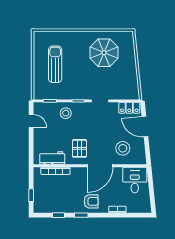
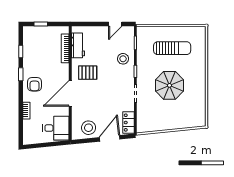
parasol: (104, 53) -> (169, 85), moved
stool: (123, 148) -> (89, 128), moved
door: (100, 166) -> (70, 93), hinge flipped

